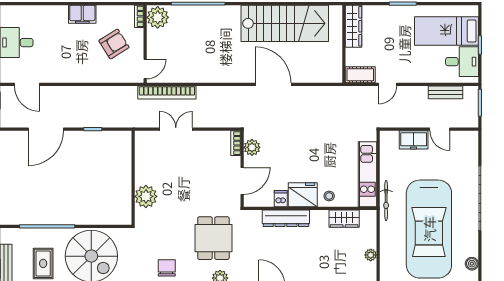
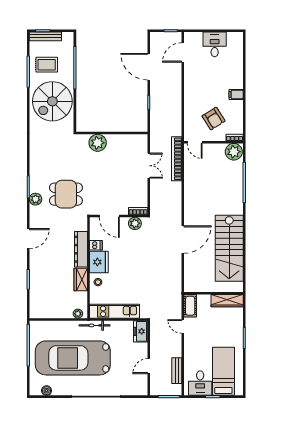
filing cabinet: (82, 14) -> (236, 94), width x0.50
freezer: (414, 140) -> (141, 331), moved
wardrobe: (344, 219) -> (81, 279), moved
plant: (371, 255) -> (78, 314), moved
chair: (167, 268) -> (43, 159), removed

